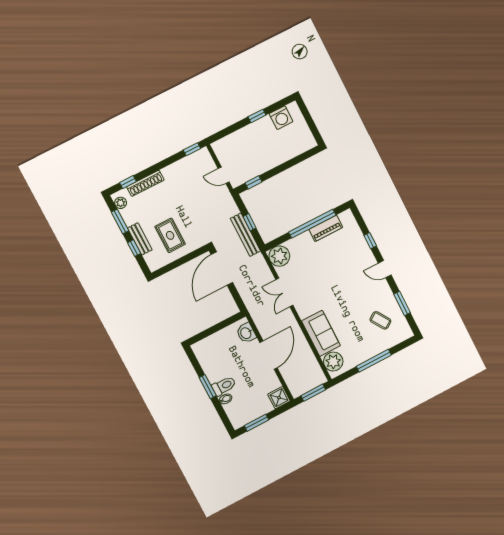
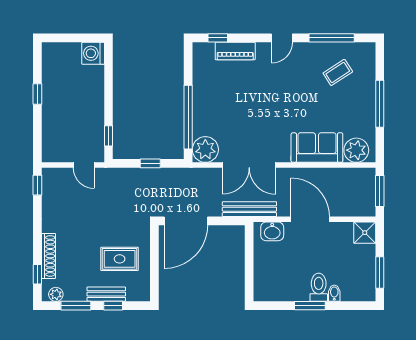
washing machine: (281, 118) -> (93, 53), moved, turned 180
door: (224, 175) -> (84, 165), hinge flipped
window: (312, 224) -> (188, 117), moved
piano: (326, 228) -> (235, 51), moved, turned 90
bench: (245, 235) -> (249, 209), moved
window: (370, 241) -> (218, 38), moved
door: (222, 269) -> (186, 221), hinge flipped
double door: (284, 292) -> (249, 165), width x1.37
window: (402, 303) -> (332, 38), width x1.44

